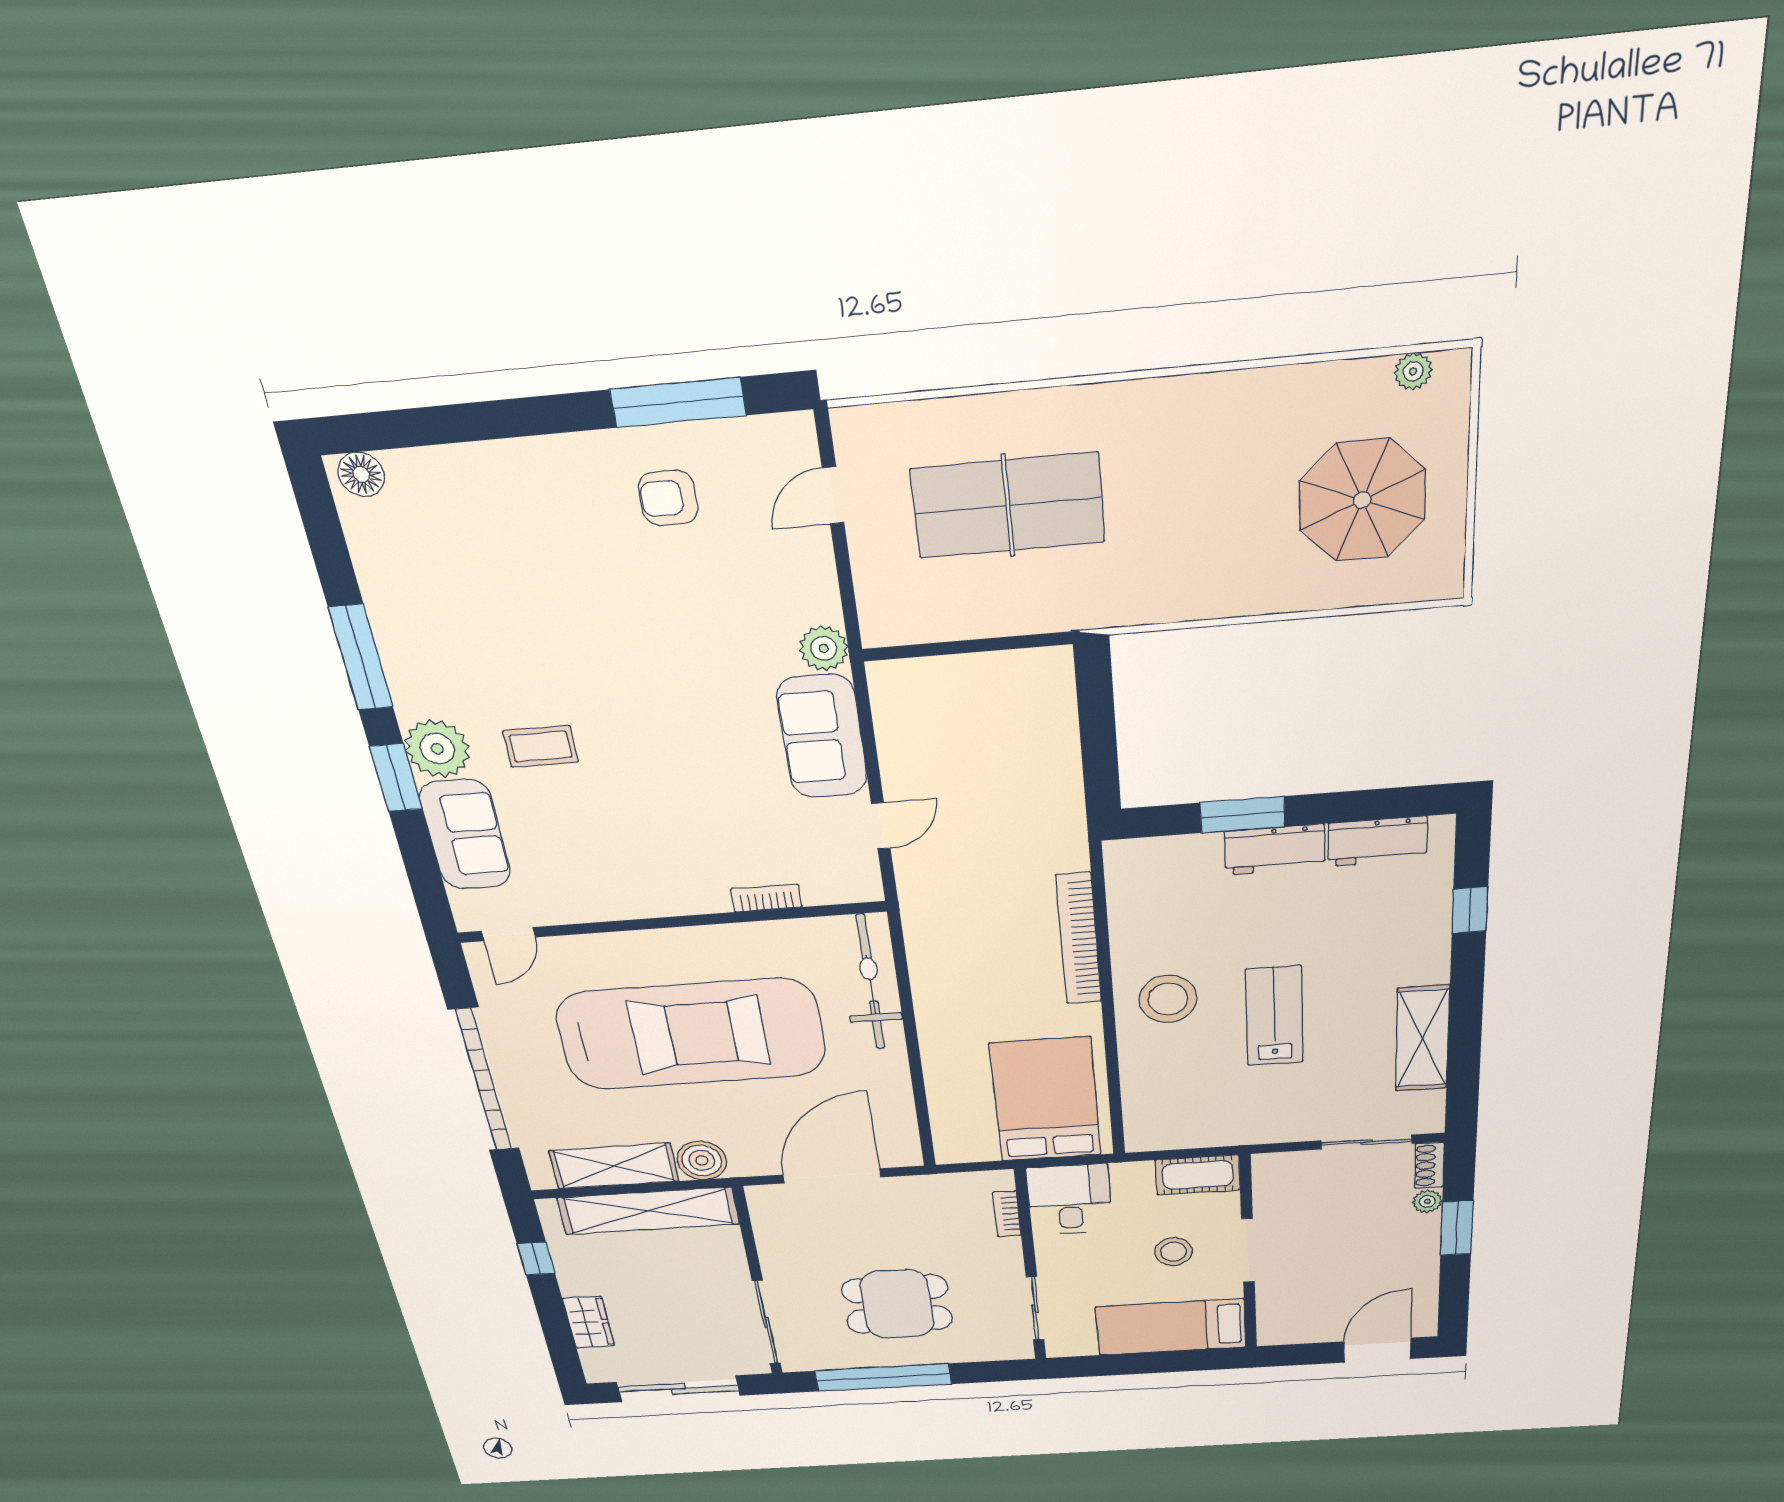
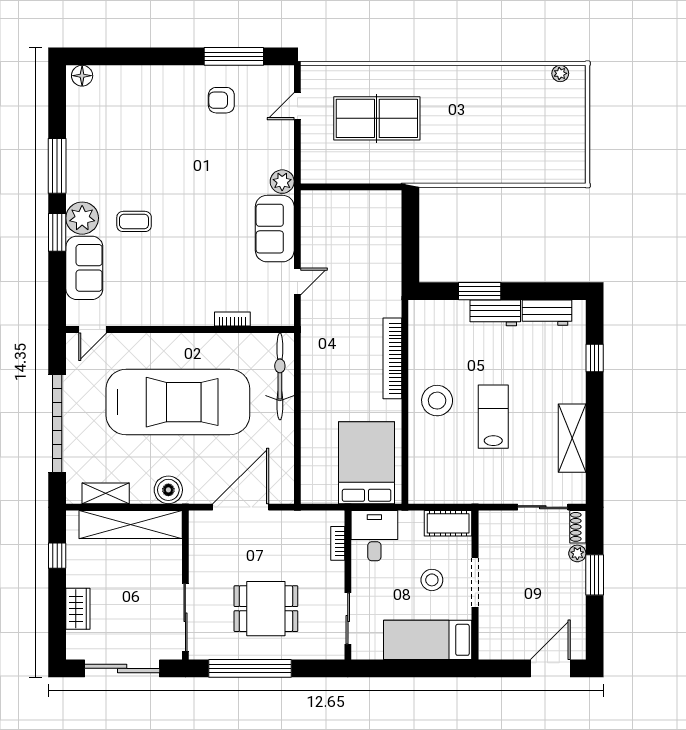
parasol: (1362, 500) -> (538, 131), removed
shelving: (614, 1166) -> (106, 493), width x0.67, depth x0.75

